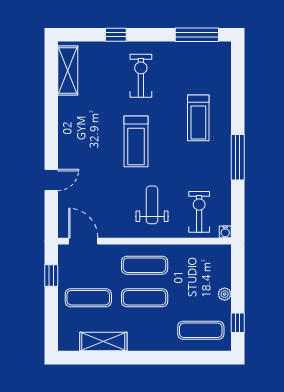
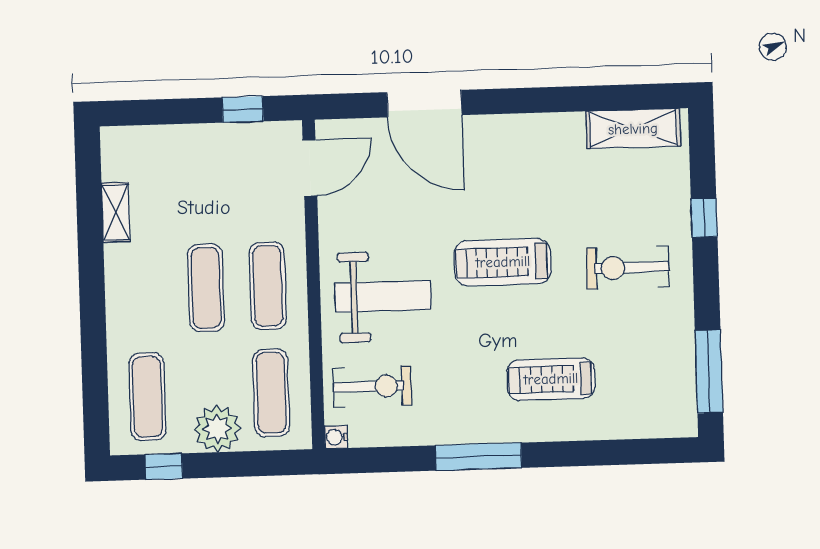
exercise bike: (141, 76) -> (628, 268), turned 180
door: (51, 180) -> (424, 104), width x1.88
weight bench: (152, 205) -> (383, 296), width x1.36, depth x1.33
plant: (225, 294) -> (217, 429), width x1.88, depth x1.88
exercise mat: (88, 298) -> (271, 393), moved
shelving: (103, 342) -> (116, 212), width x0.67, depth x0.75

